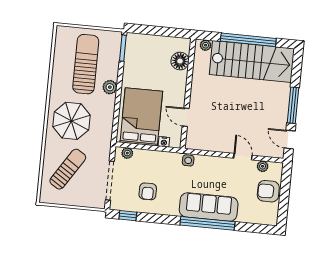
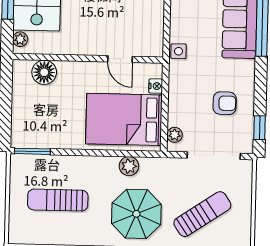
sun lounger: (86, 64) -> (58, 200), width x0.73, depth x0.75
plant: (110, 87) -> (129, 166), moved
door: (186, 117) -> (120, 59), hinge flipped
sun lounger: (68, 169) -> (202, 214), turned 113

